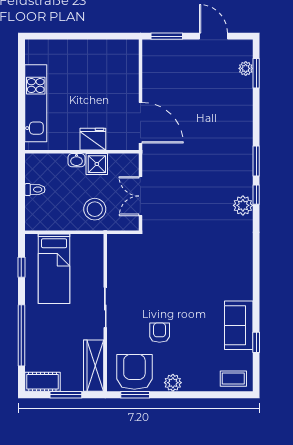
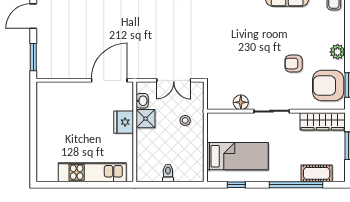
washbasin: (76, 160) -> (142, 101), moved
stool: (95, 209) -> (185, 120), width x0.53, depth x0.53
floor lamp: (115, 272) -> (241, 102), added
cot: (42, 382) -> (317, 173), moved, turned 90

